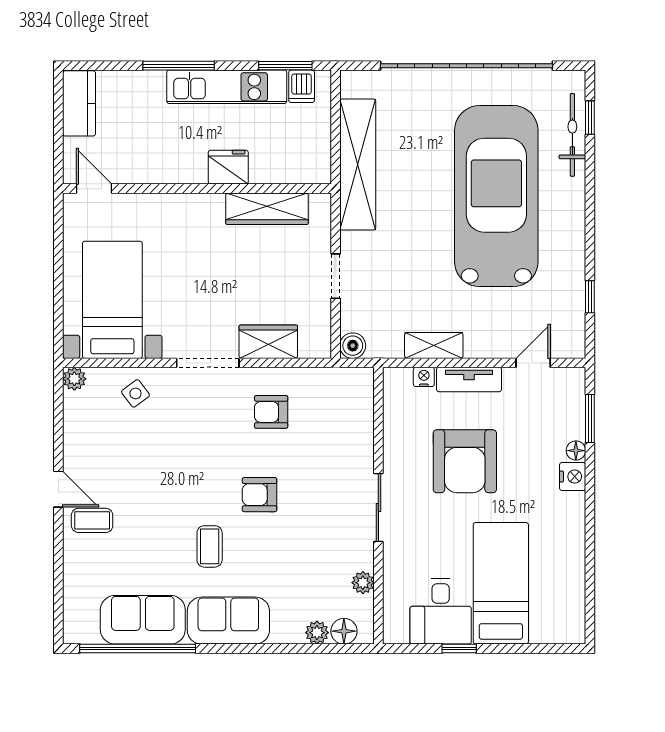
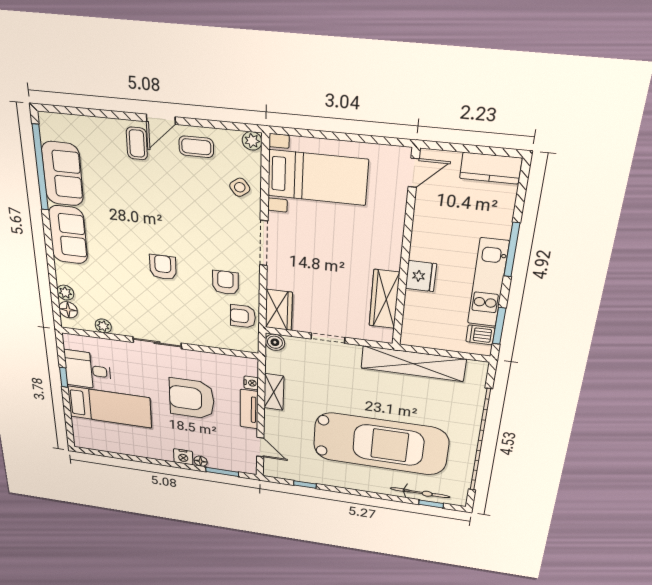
wardrobe: (268, 342) -> (279, 310), moved
armchair: (319, 389) -> (243, 316), added
coffee table: (210, 546) -> (196, 147), moved

